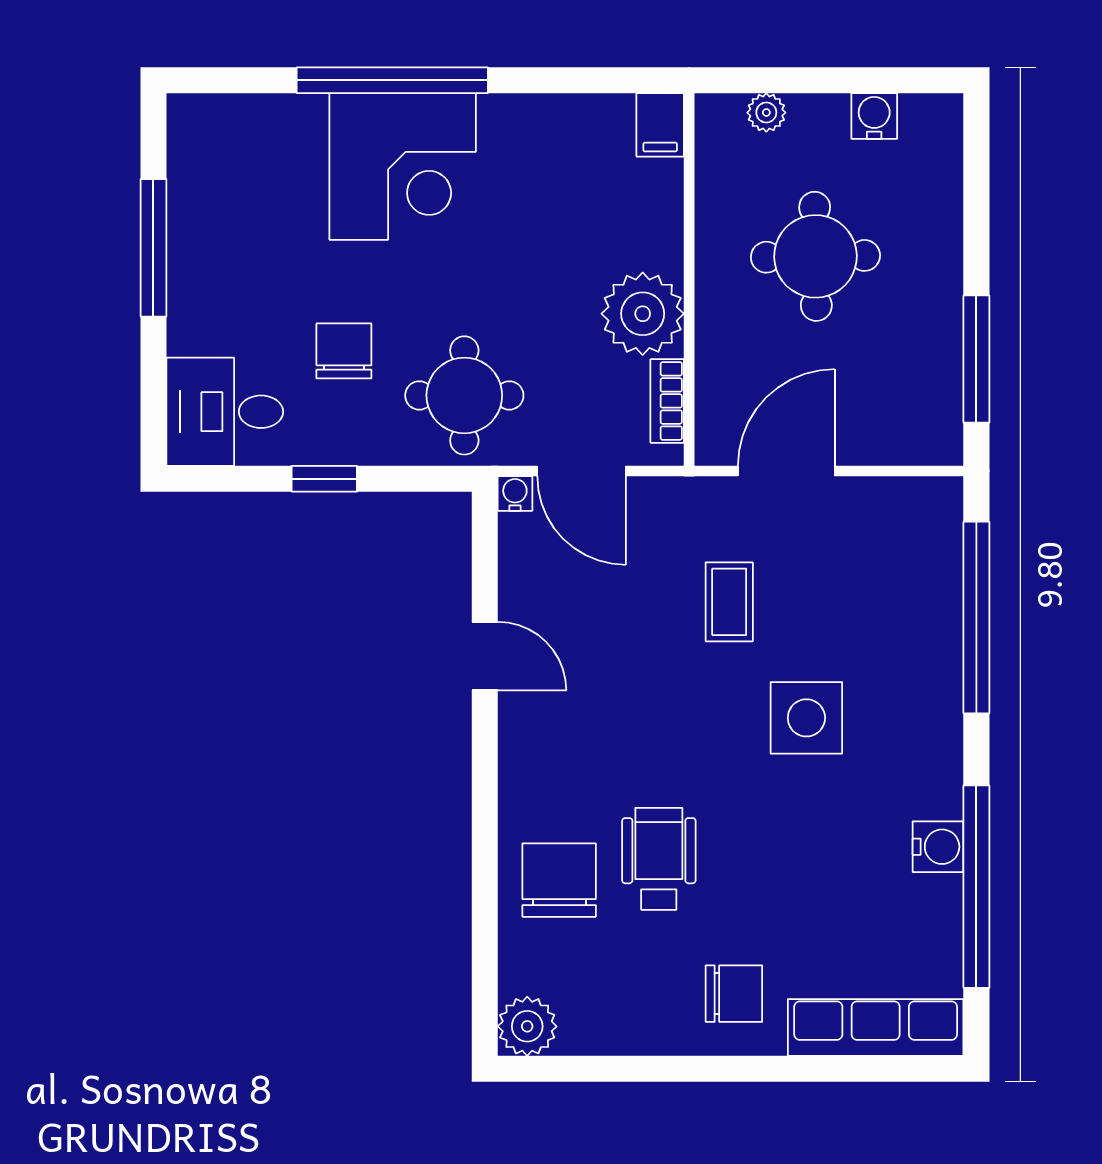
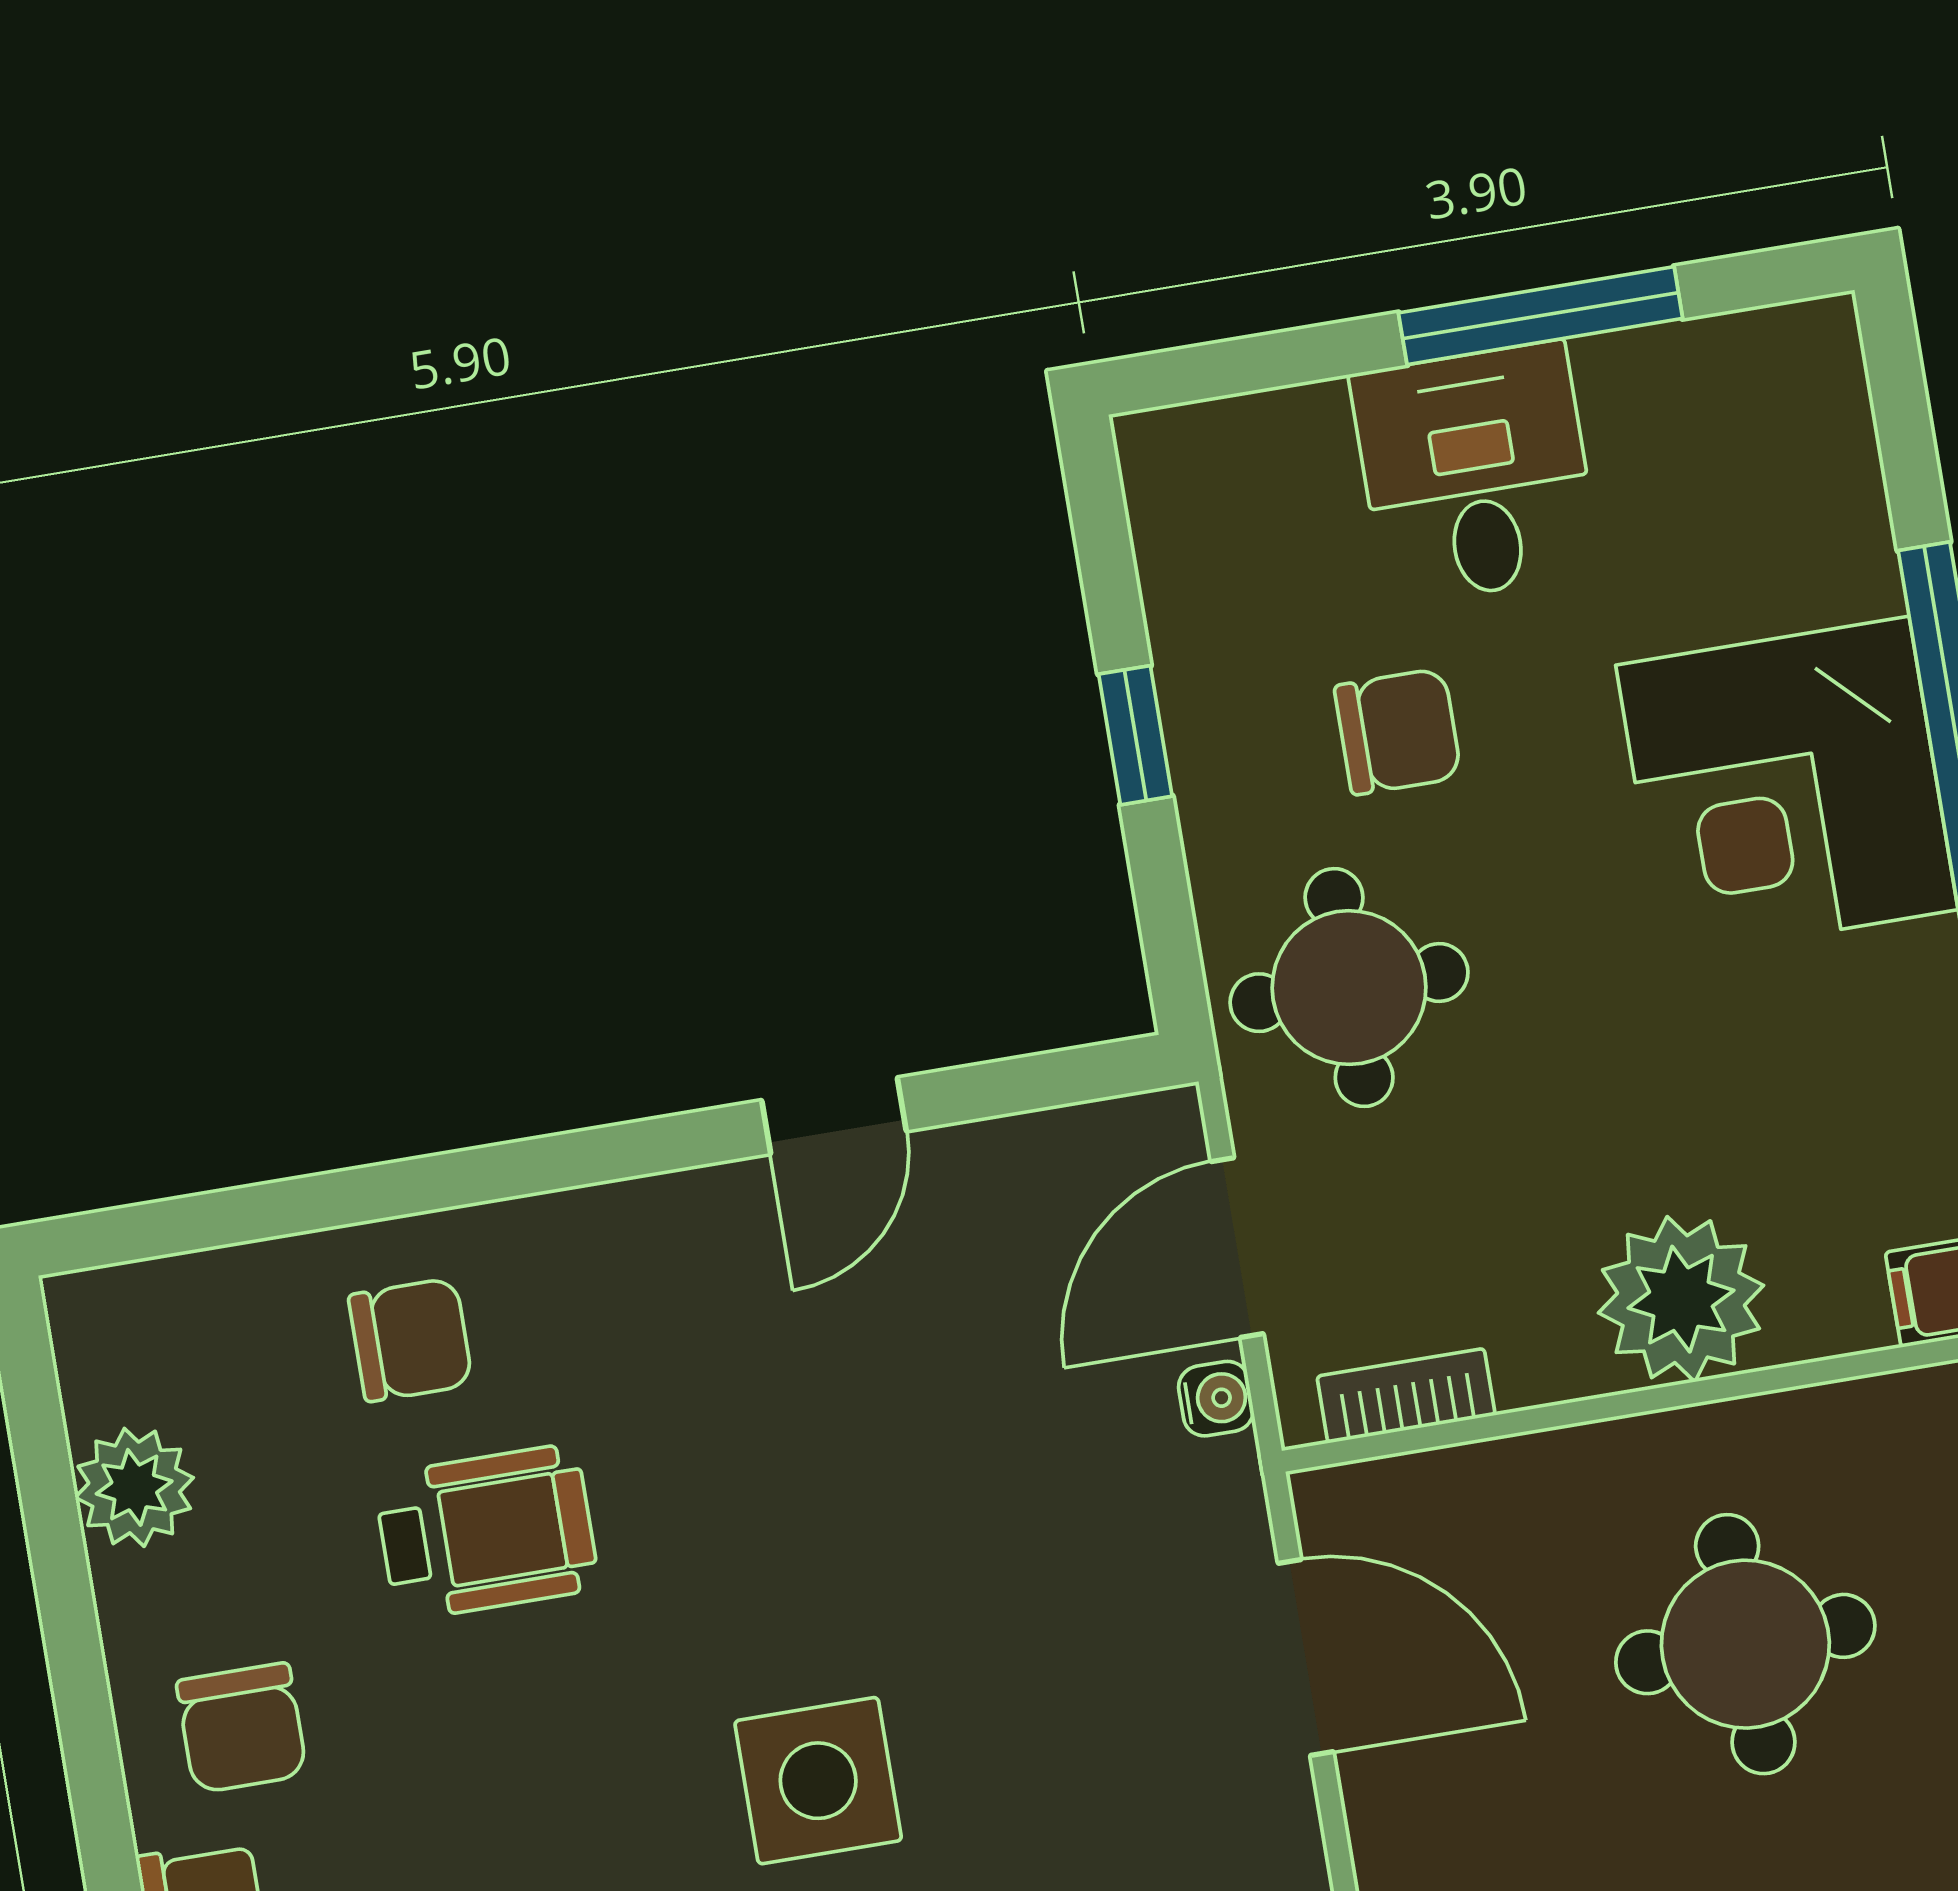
plant: (643, 314) -> (1681, 1299), moved
desk: (225, 412) -> (1475, 473), moved
water cooler: (515, 494) -> (1216, 1399), moved
coffee table: (729, 602) -> (1025, 1587), removed
chair: (559, 880) -> (411, 1340), width x0.73, depth x0.73
plant: (527, 1026) -> (134, 1487), moved

